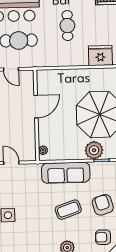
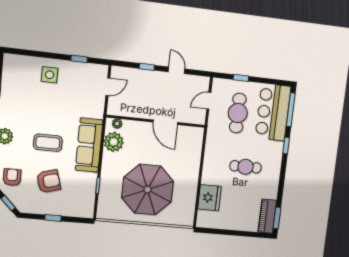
plant: (94, 150) -> (114, 142), moved
coffee table: (68, 210) -> (48, 143), turned -71

